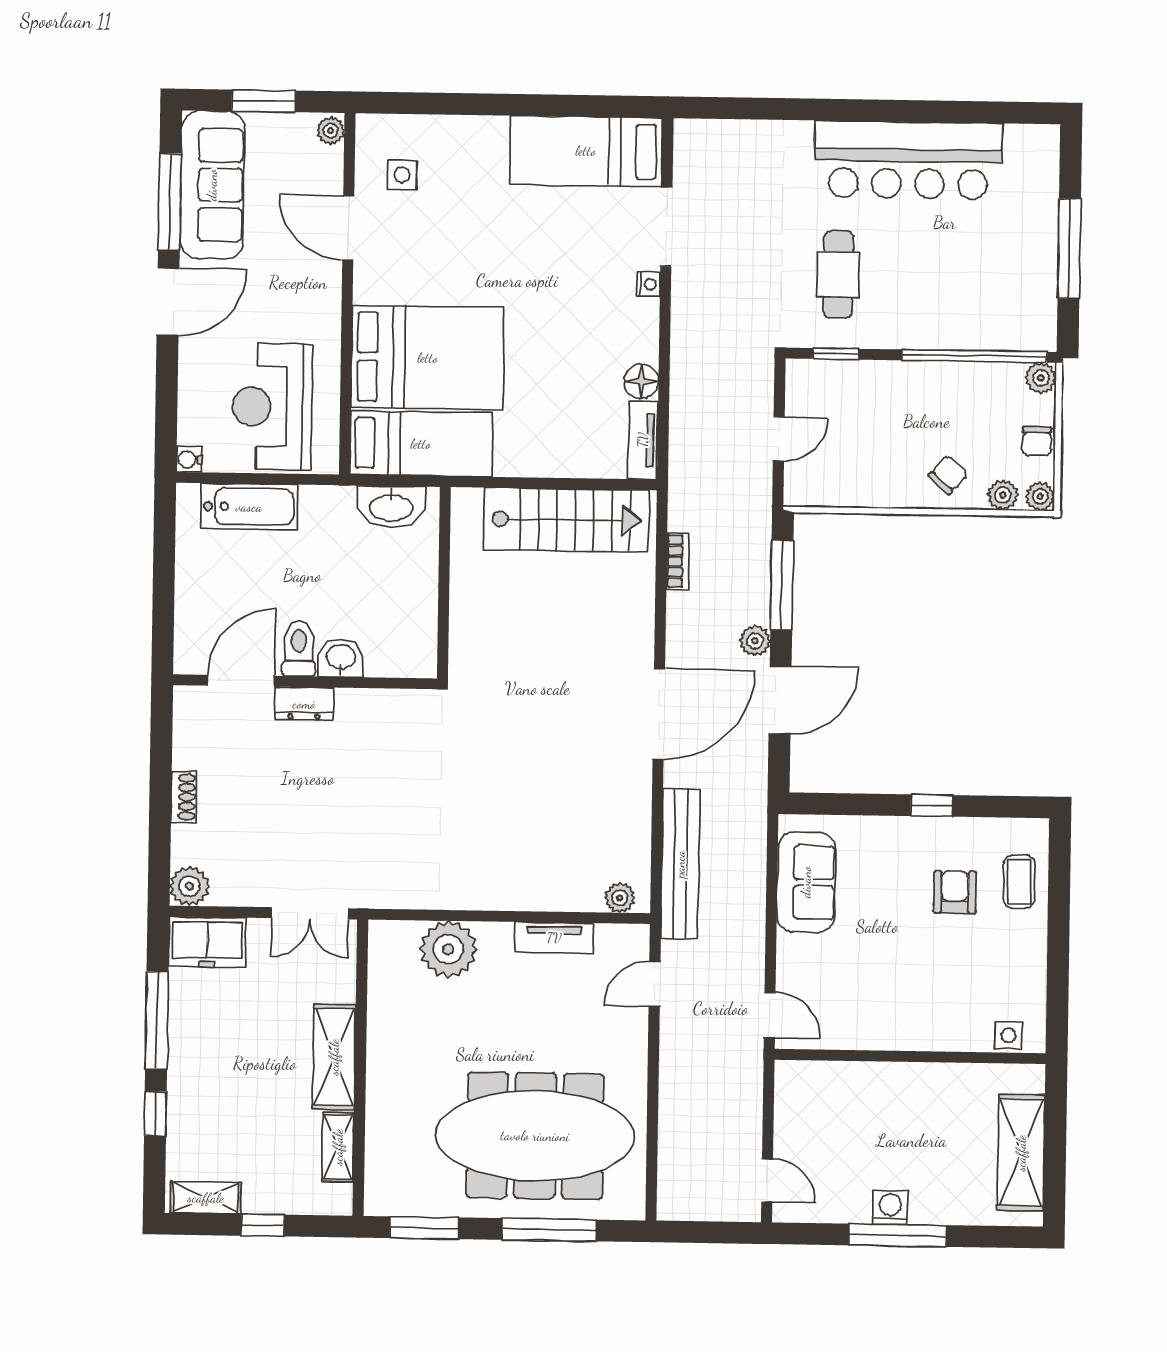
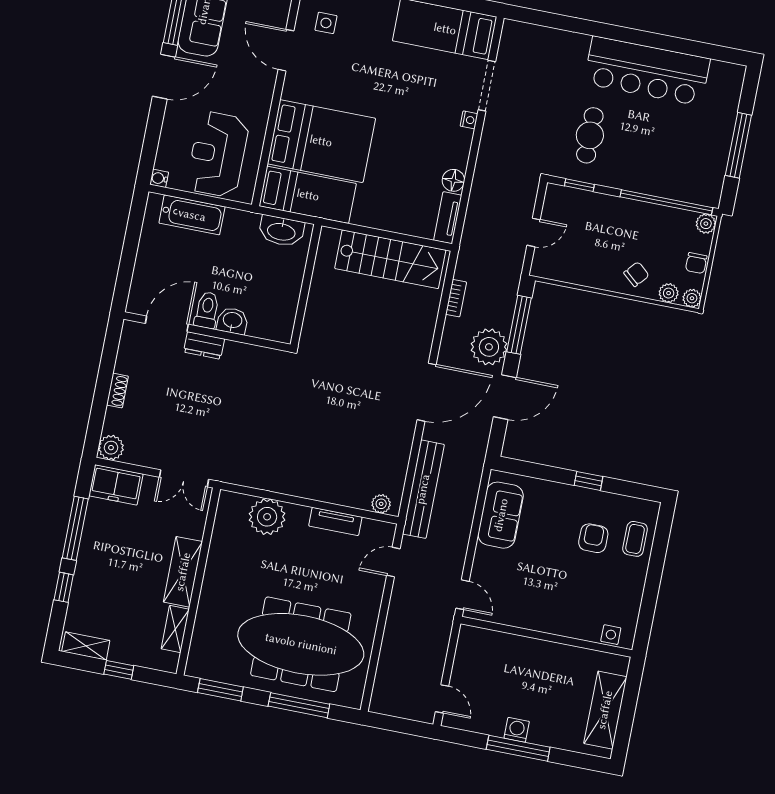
plant: (755, 641) -> (489, 347), width x1.88, depth x1.88

